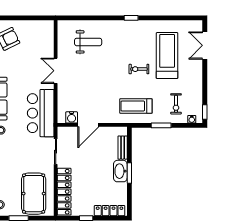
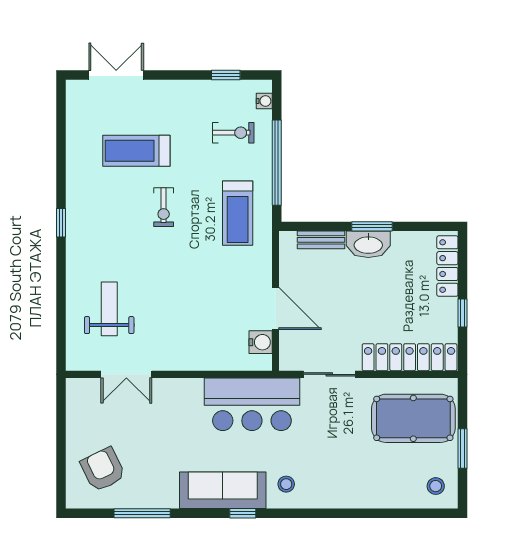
double door: (205, 45) -> (116, 75), swing flipped
treadmill: (167, 56) -> (136, 151), width x0.73, depth x0.73
double door: (56, 71) -> (126, 374), moved
window: (205, 112) -> (226, 75), moved
window: (161, 125) -> (277, 163), width x2.11

